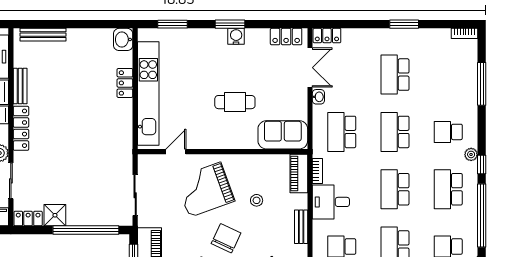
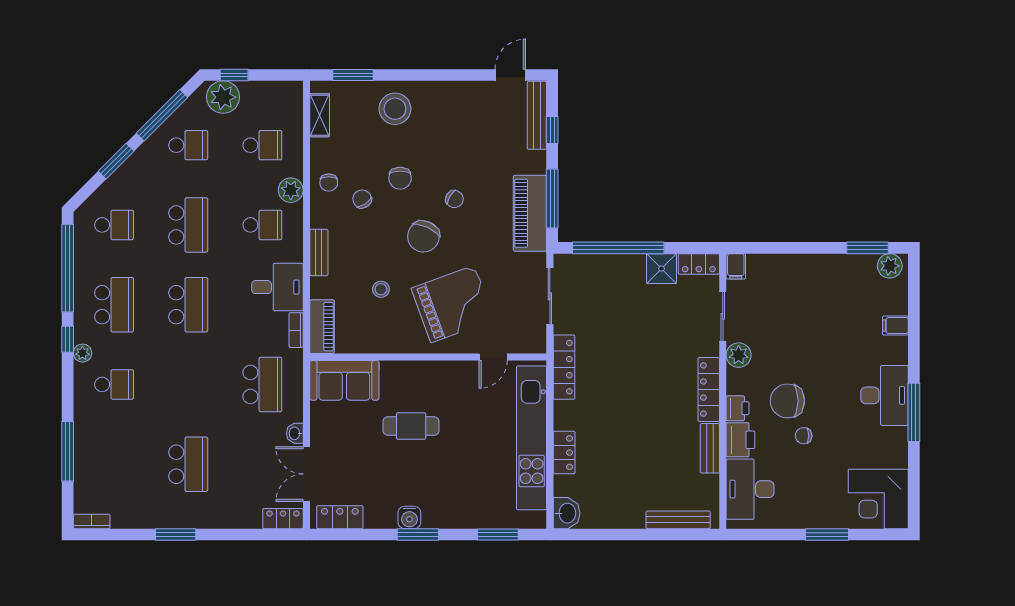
school desk: (395, 132) -> (188, 384), removed
locker: (125, 144) -> (564, 367), added

